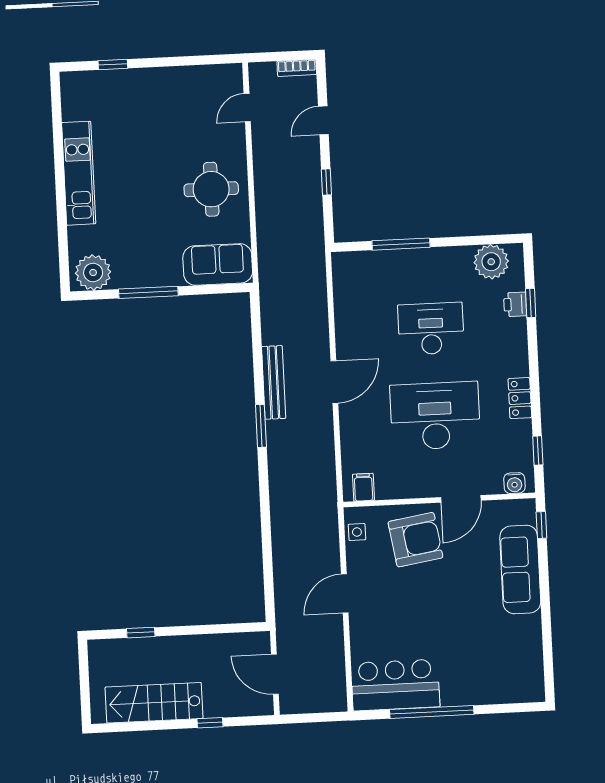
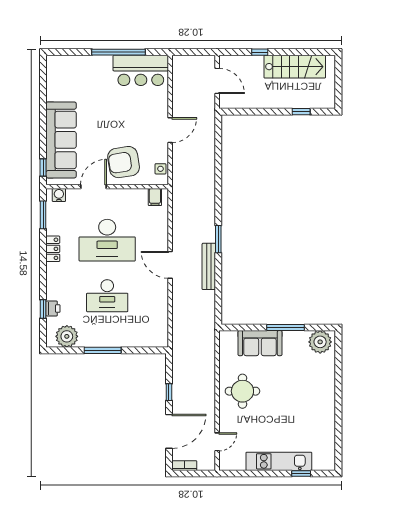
door: (323, 120) -> (169, 431), width x1.88
kitchen unit: (79, 173) -> (279, 461), moved, turned 90
window: (401, 244) -> (103, 350), moved
sofa: (218, 264) -> (260, 343), moved
door: (334, 382) -> (170, 265), hinge flipped
window: (538, 451) -> (43, 215), width x1.50
sofa: (520, 569) -> (61, 140), width x1.36, depth x1.27

